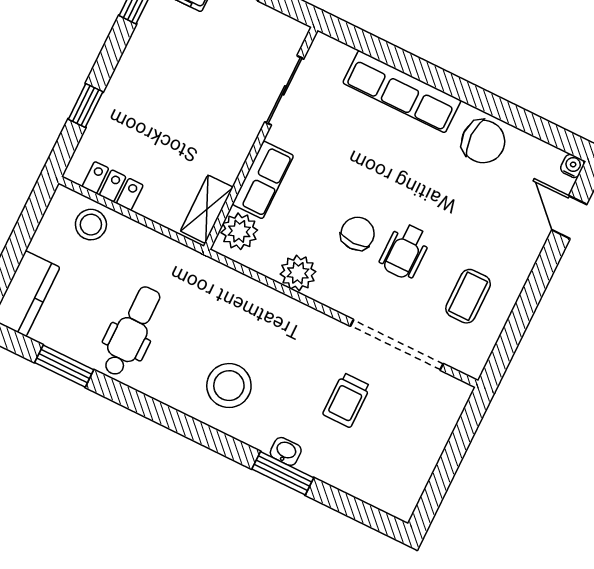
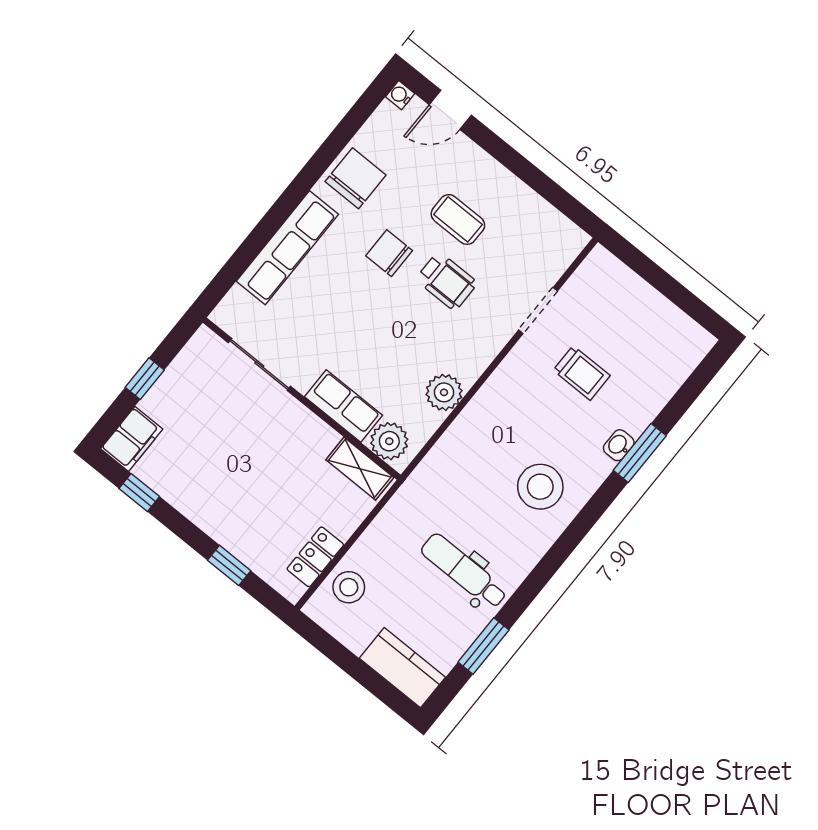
chair: (358, 234) -> (389, 253), moved
coffee table: (468, 296) -> (458, 219), moved
doorway: (397, 345) -> (538, 310), width x0.53

